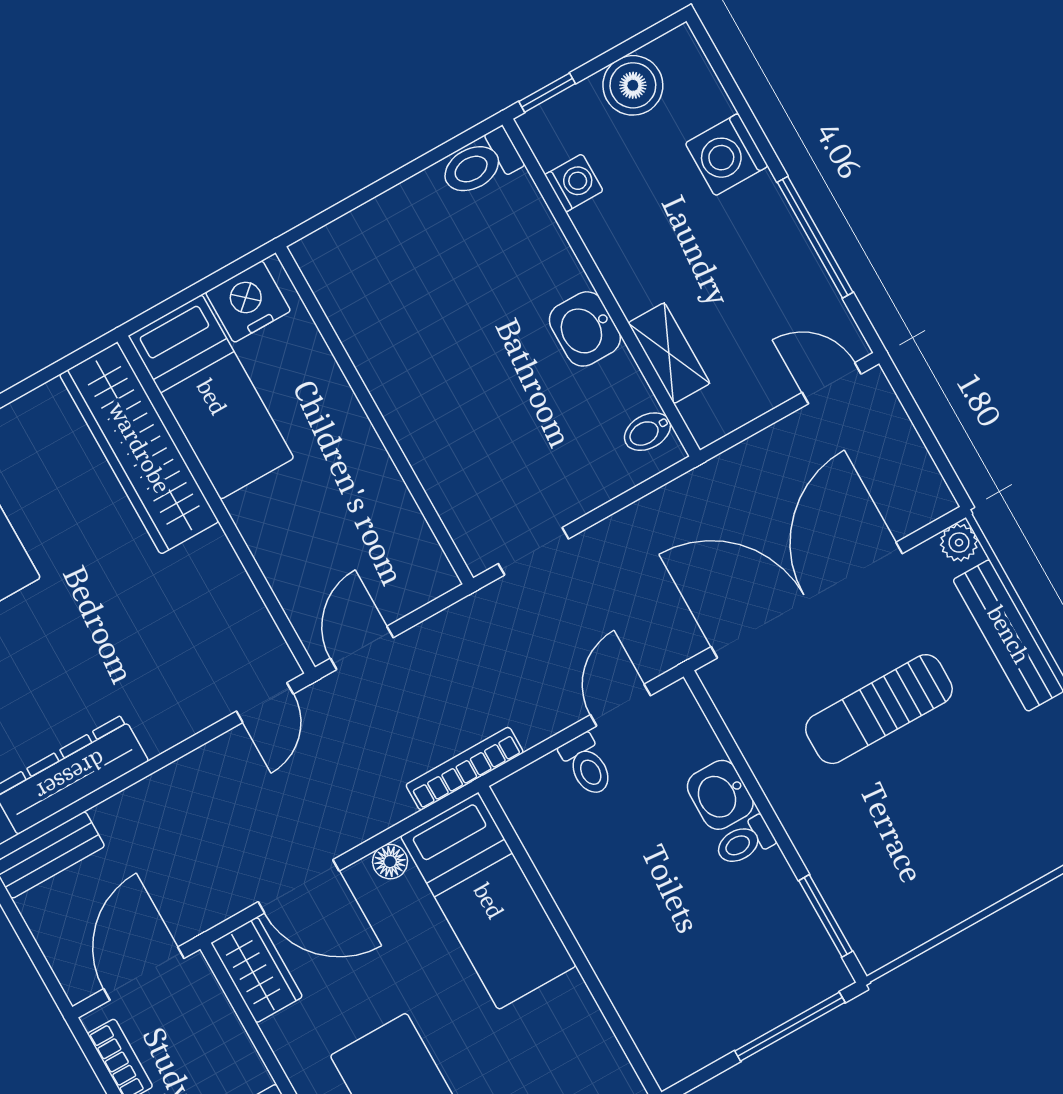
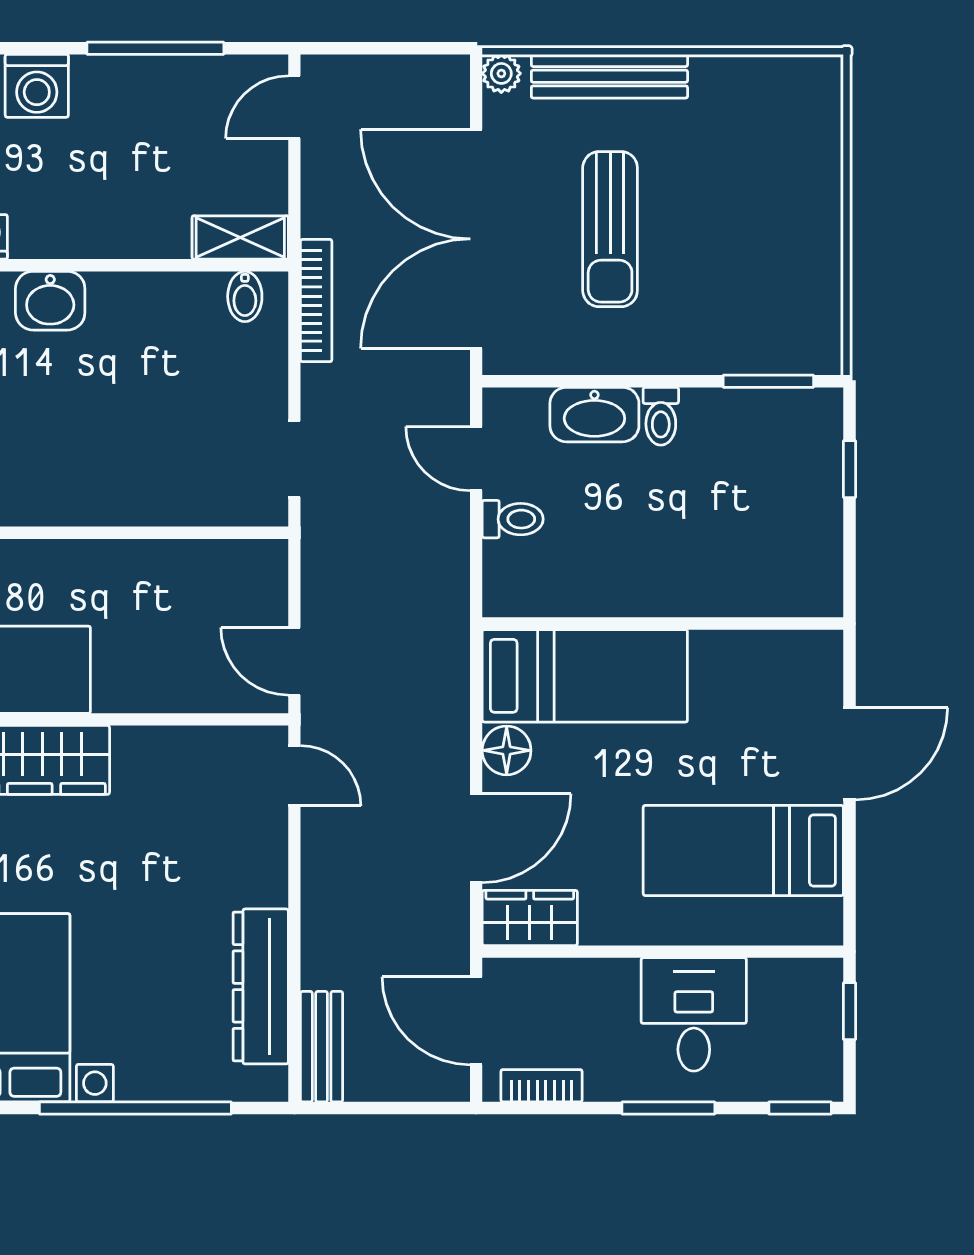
washbasin: (585, 329) -> (50, 301), moved
shelving: (669, 353) -> (240, 238), moved
bookcase: (465, 769) -> (316, 301), moved, turned 180
washbasin: (720, 795) -> (594, 415), width x1.38
floor lamp: (390, 862) -> (507, 750), width x1.37, depth x1.37
window: (790, 1027) -> (850, 469), width x0.46

